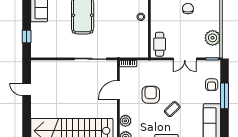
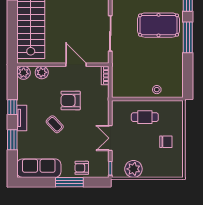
cafe table: (160, 44) -> (145, 117), moved
armchair: (151, 95) -> (71, 101), turned 180

